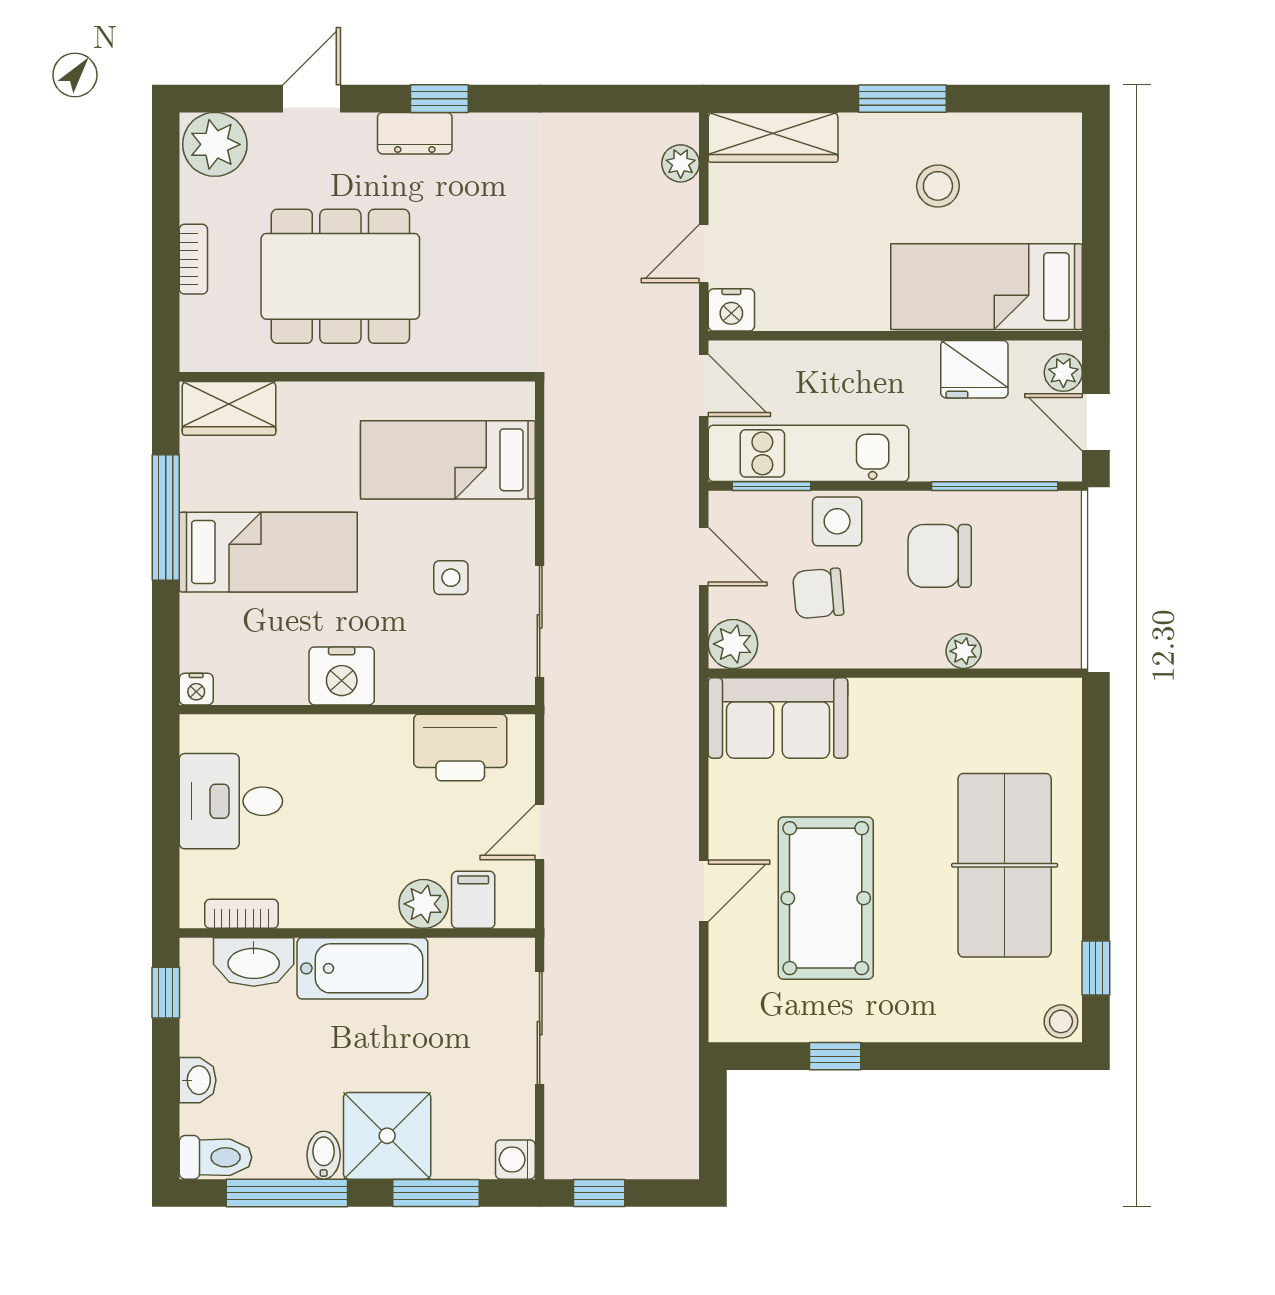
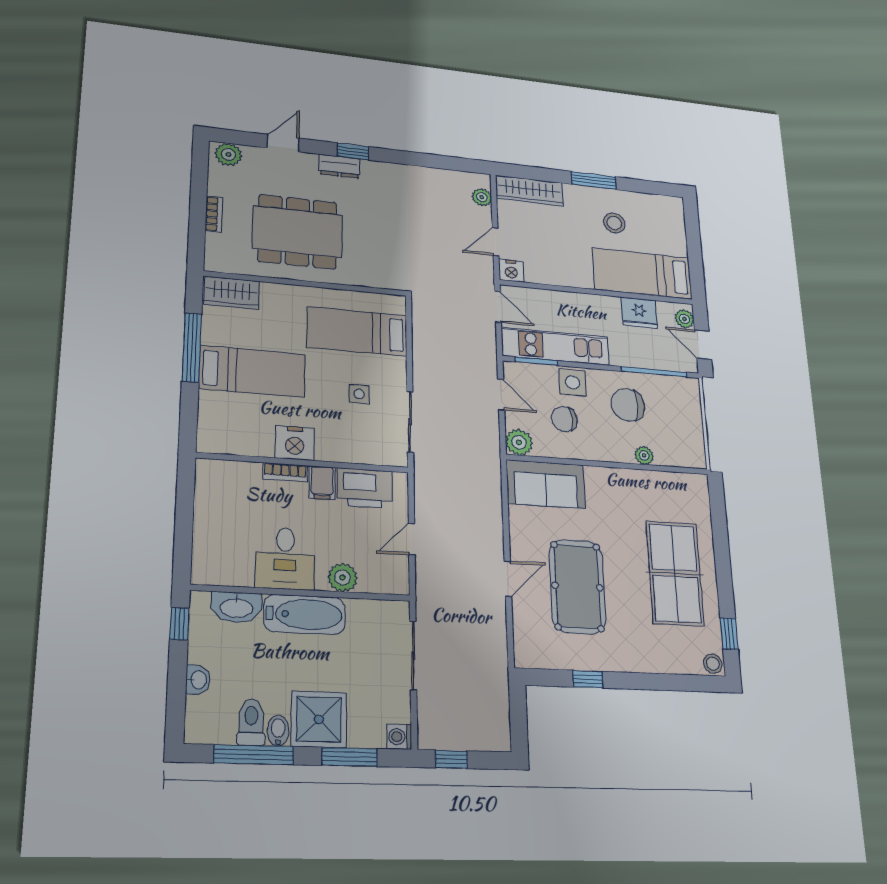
plant: (215, 144) -> (228, 154), width x0.73, depth x0.73
nightstand: (196, 689) -> (206, 444), removed
desk: (231, 801) -> (285, 558), moved, turned -90
filing cabinet: (473, 900) -> (322, 483), moved, turned 180
bookcase: (241, 914) -> (285, 472), moved, turned 180
toilet: (215, 1157) -> (251, 722), moved, turned -90

